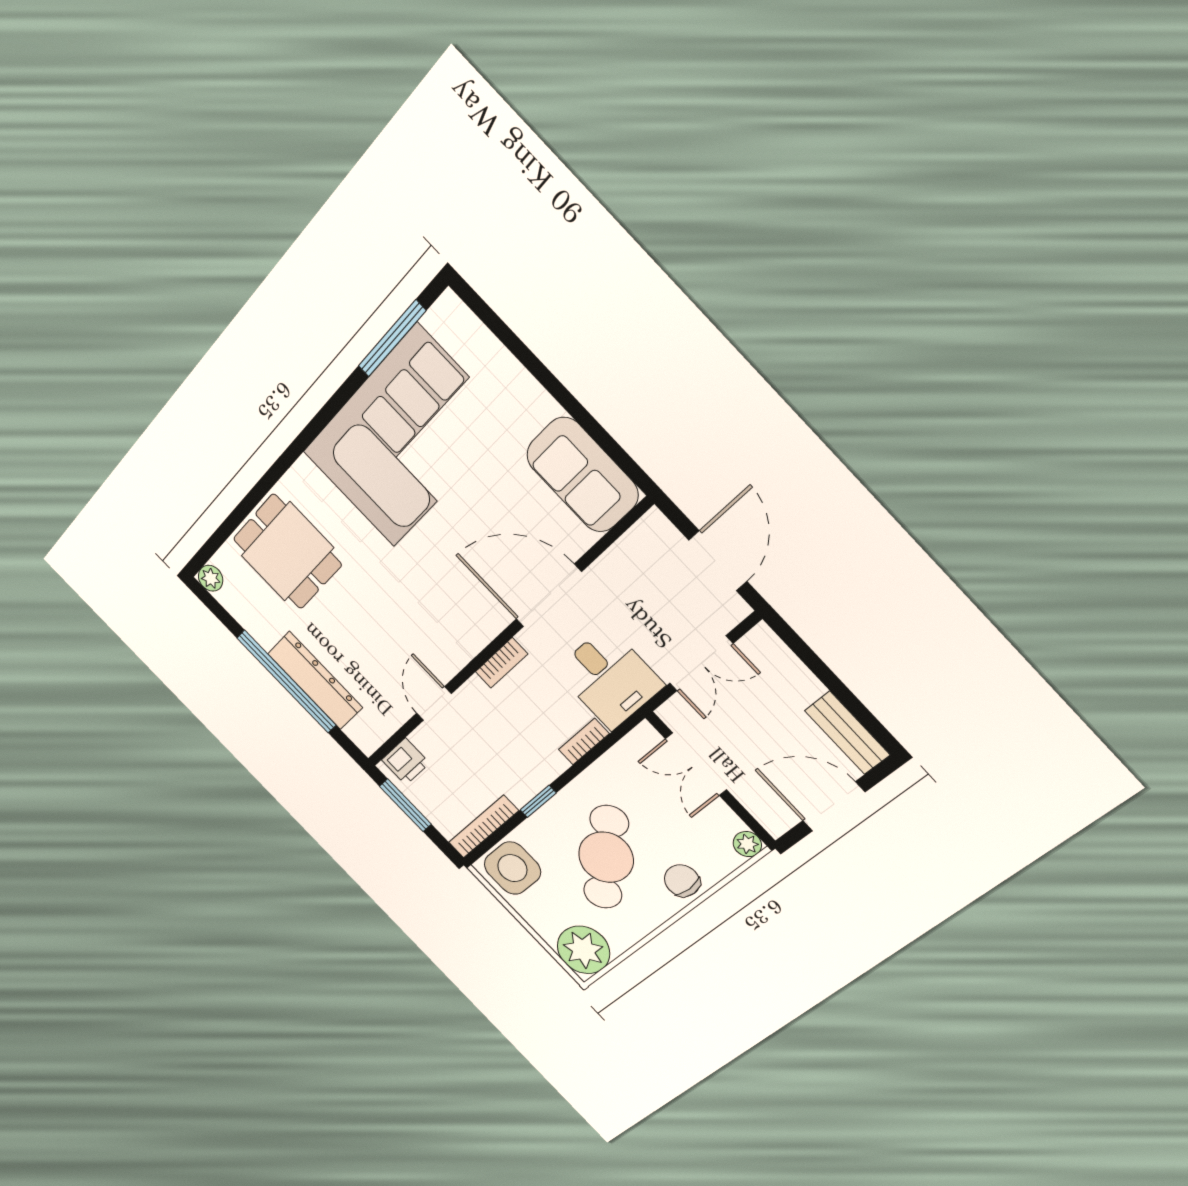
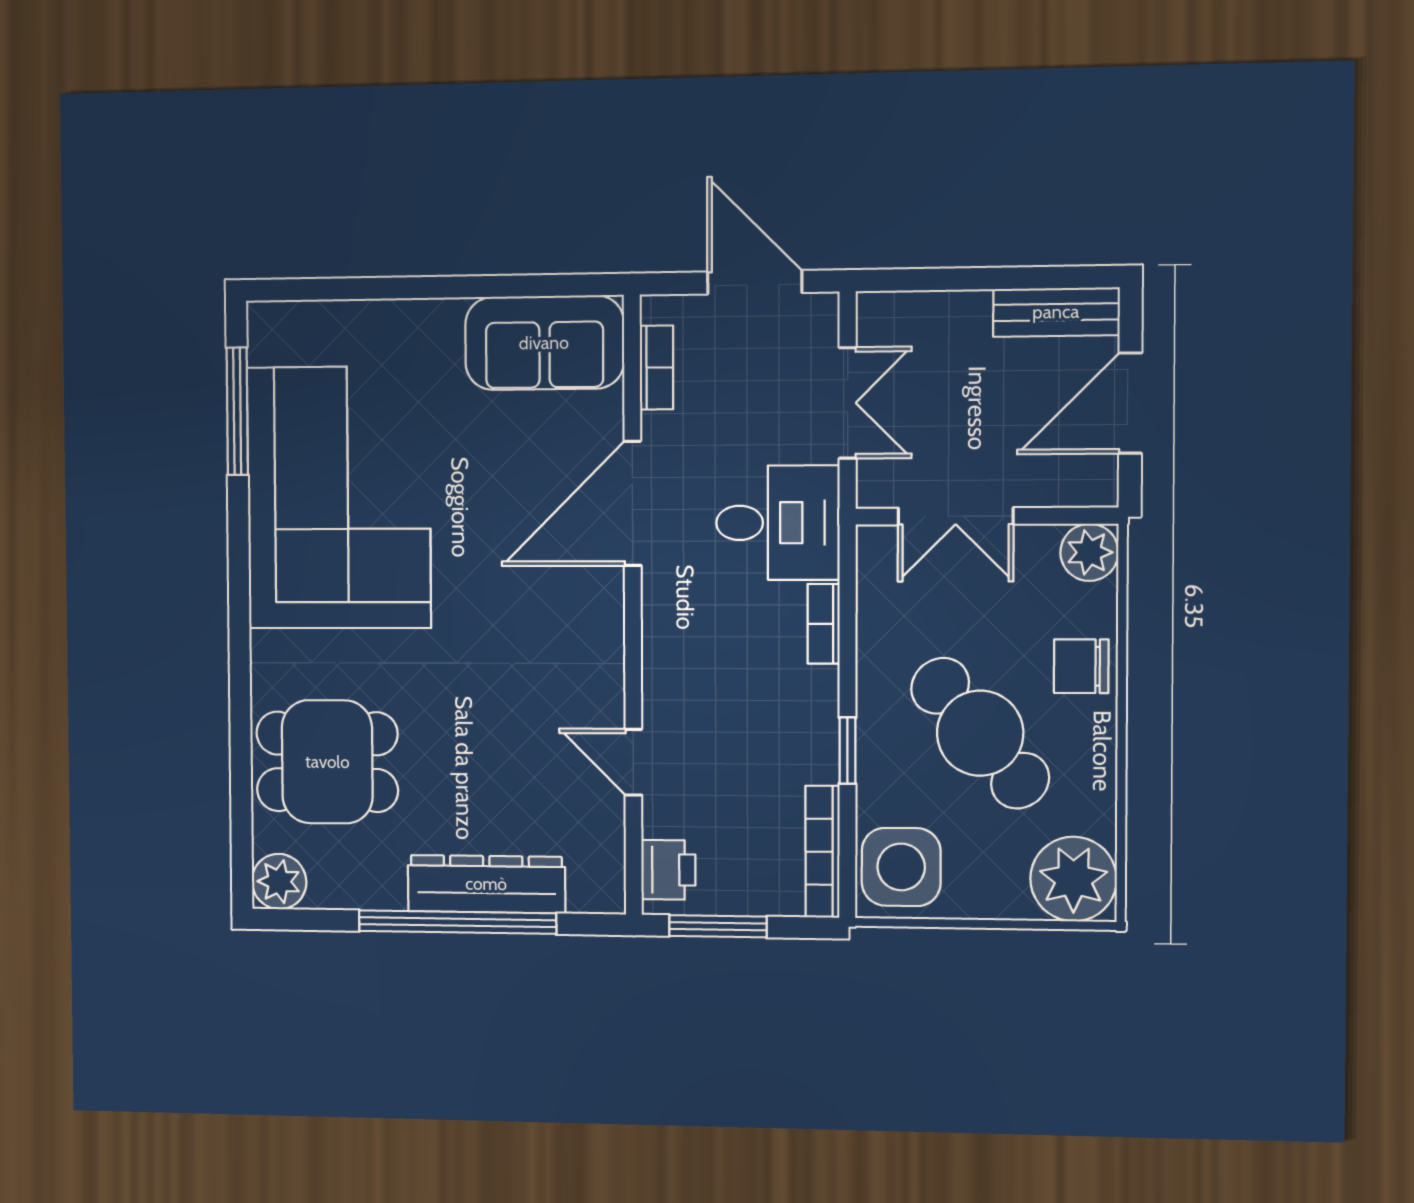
plant: (211, 578) -> (279, 882), width x1.38, depth x1.38
bookcase: (501, 663) -> (656, 367), moved
plant: (747, 844) -> (1089, 552), width x1.38, depth x1.38

